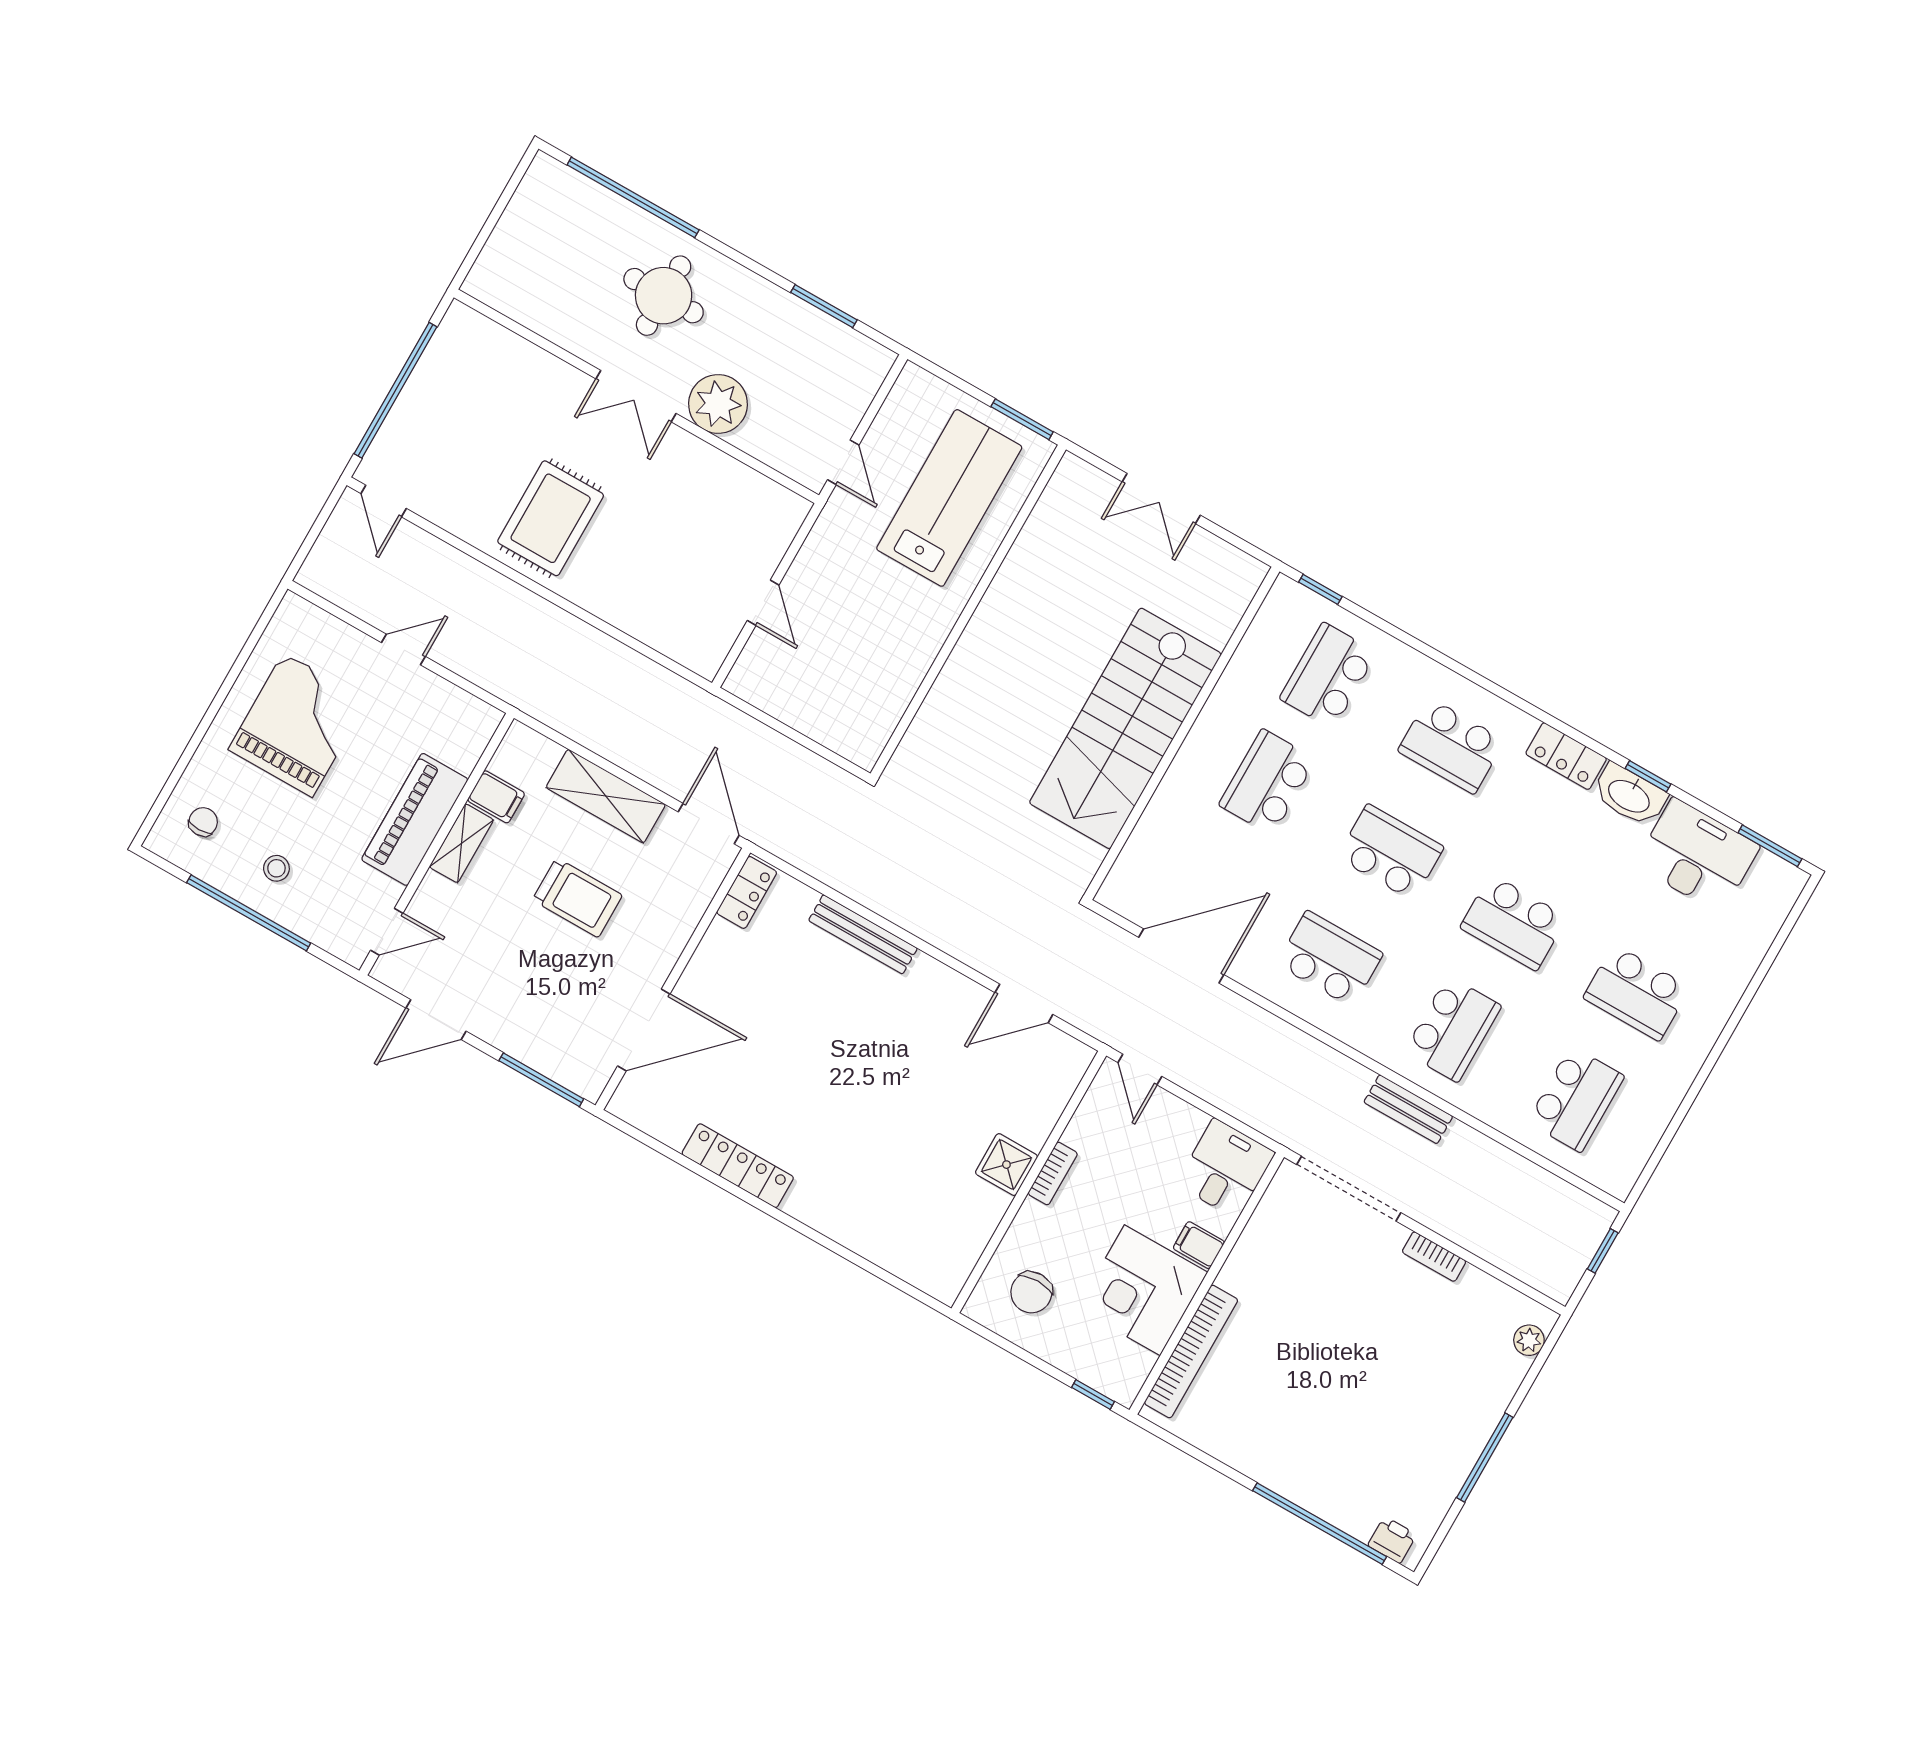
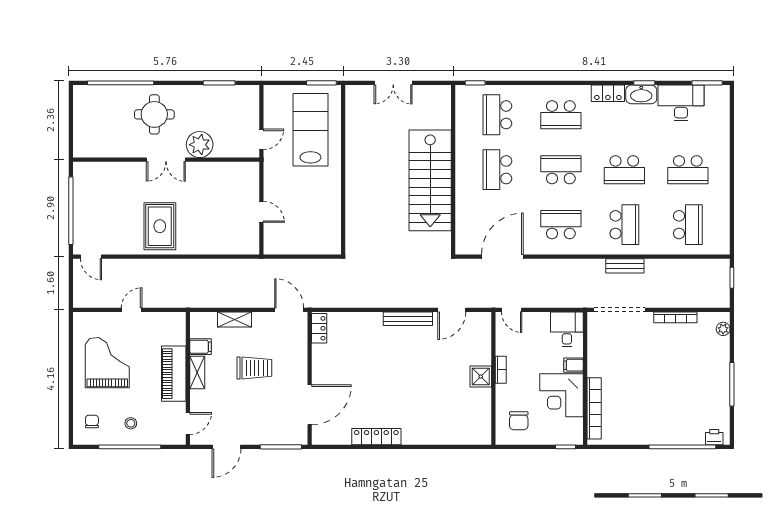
door: (843, 462) -> (261, 139), hinge flipped
shelving: (606, 796) -> (234, 320), width x0.67, depth x0.75
bench: (863, 934) -> (408, 319), moved
bookcase: (1434, 1257) -> (675, 317), width x1.56

